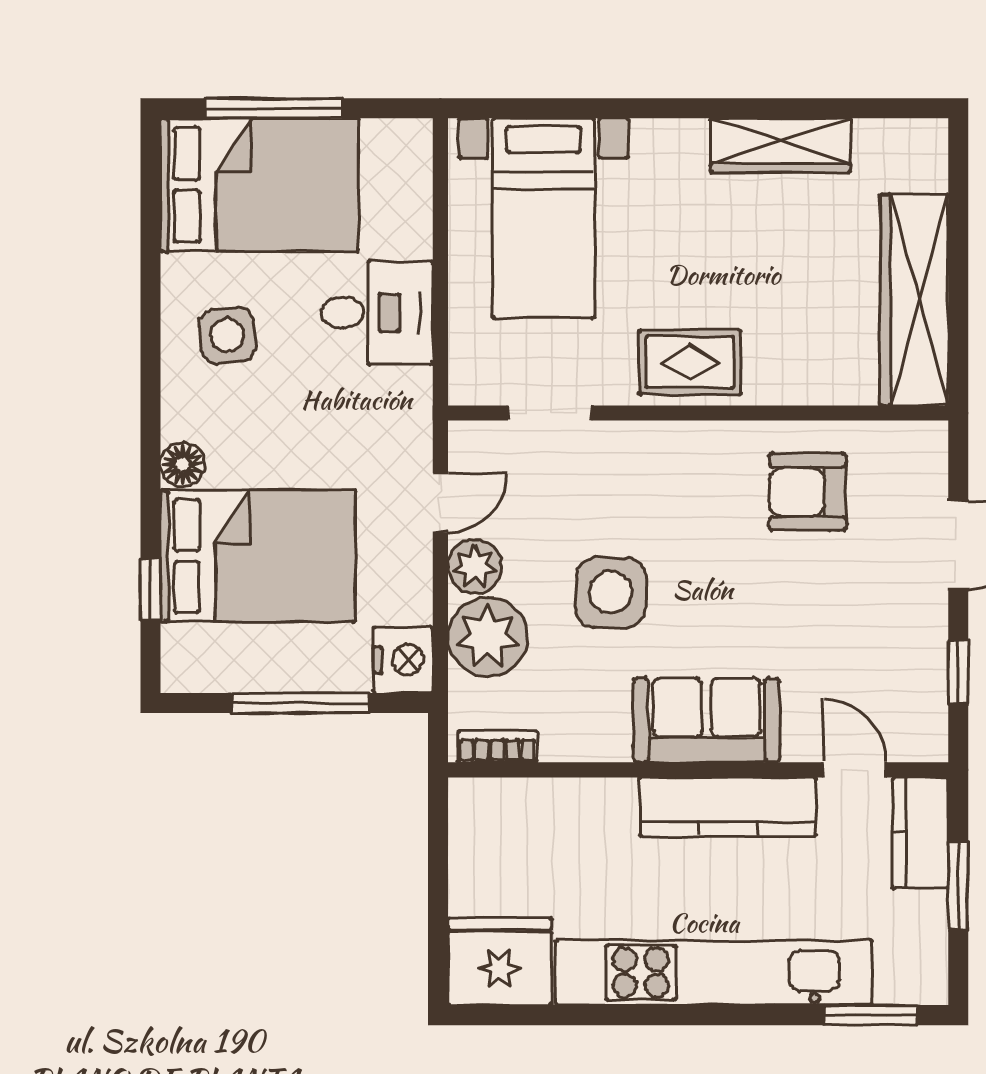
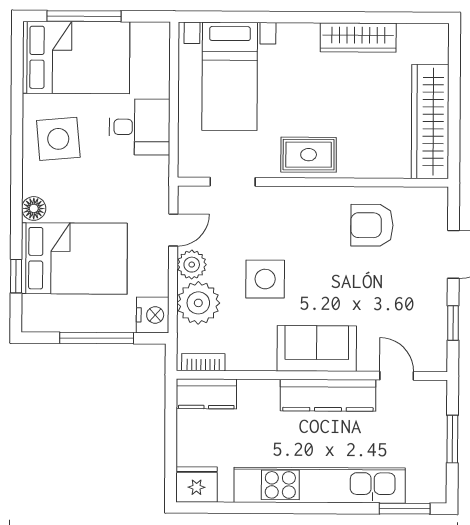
side table: (227, 335) -> (58, 139), width x1.37, depth x1.37
kitchen counter: (921, 833) -> (206, 394), moved, turned -90
fridge: (500, 961) -> (197, 484), width x0.73, depth x0.75

